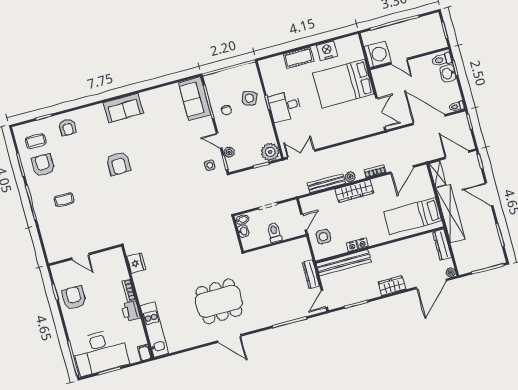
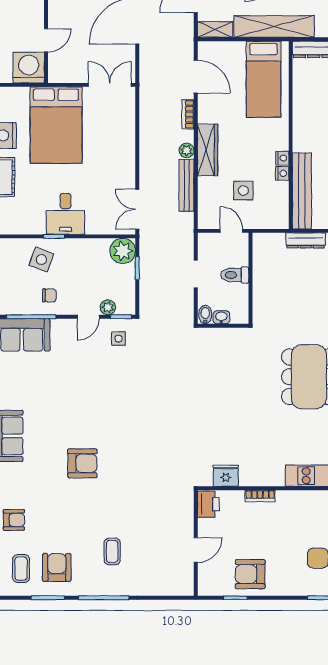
armchair: (43, 165) -> (57, 567), turned 90
side table: (323, 237) -> (243, 190), moved
printer: (131, 311) -> (208, 504), moved, turned -90

